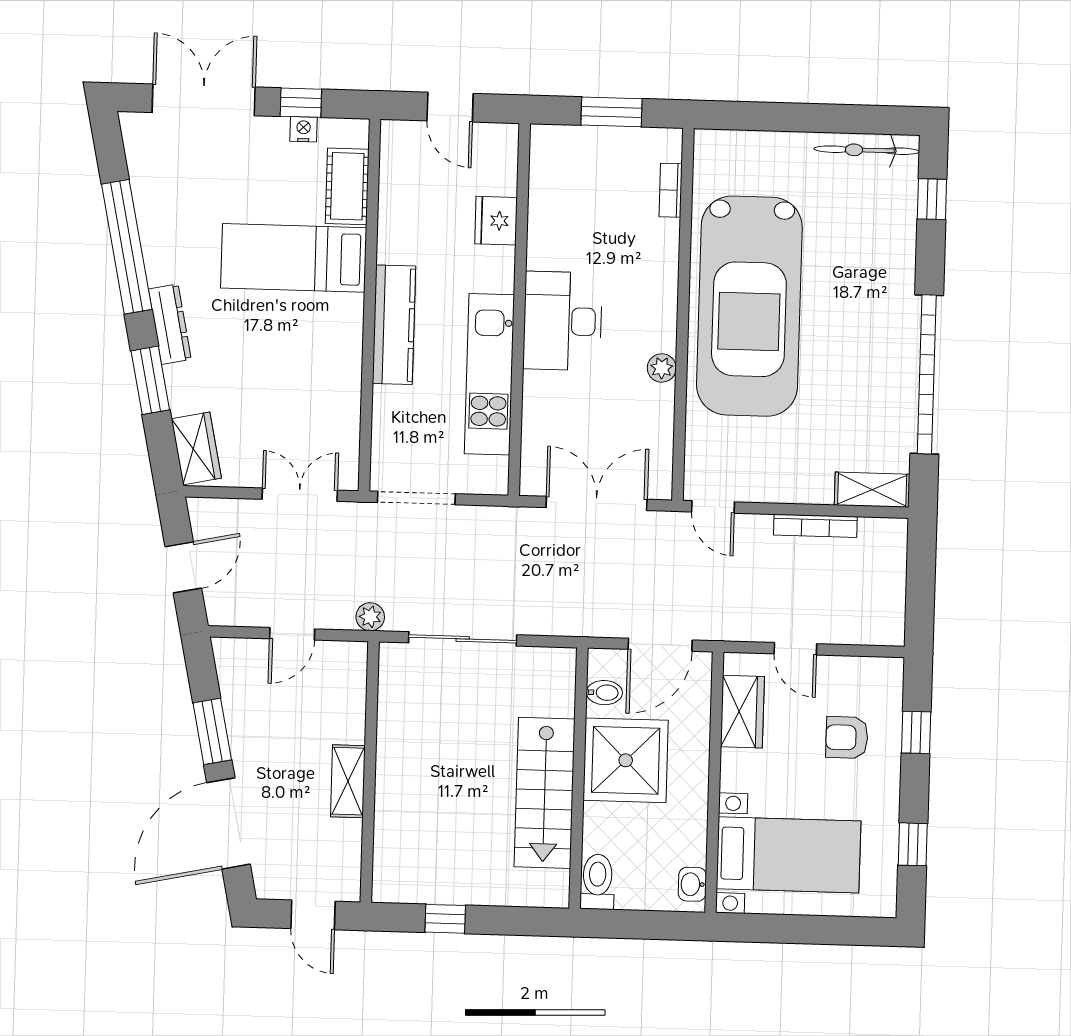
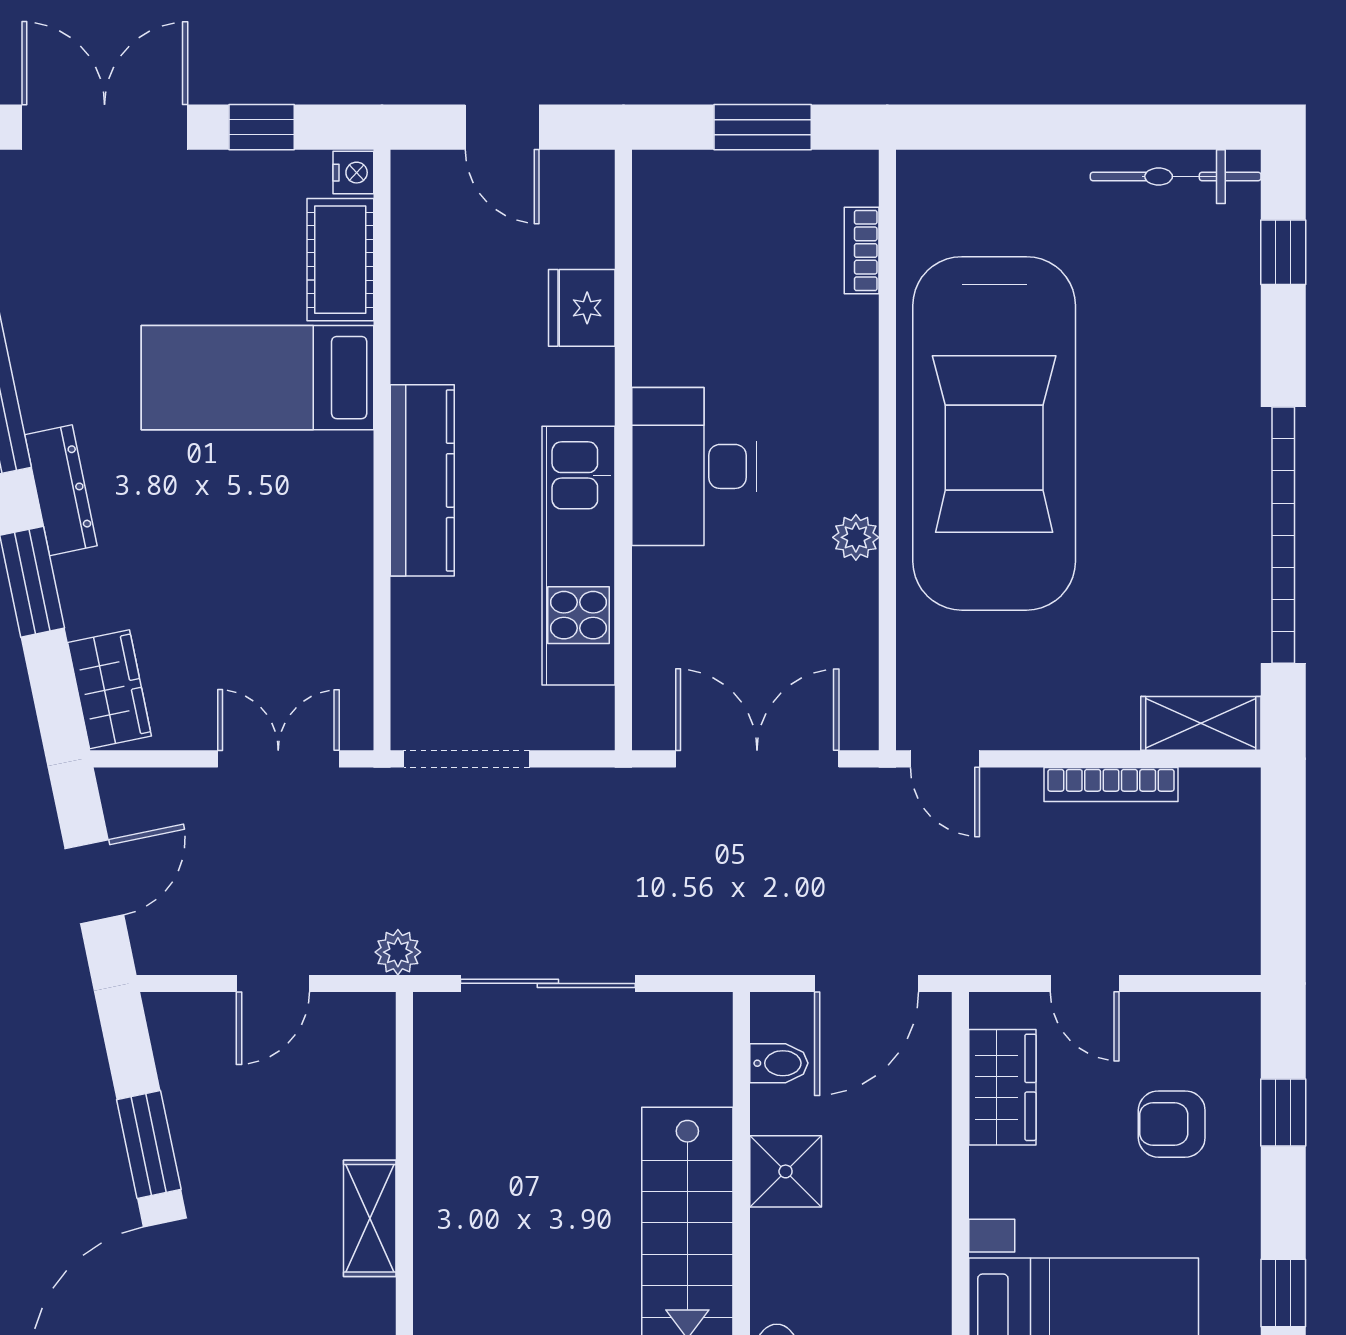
nightstand: (304, 129) -> (353, 173), moved, turned 90
shower: (626, 760) -> (786, 1171), width x0.54, depth x0.54

